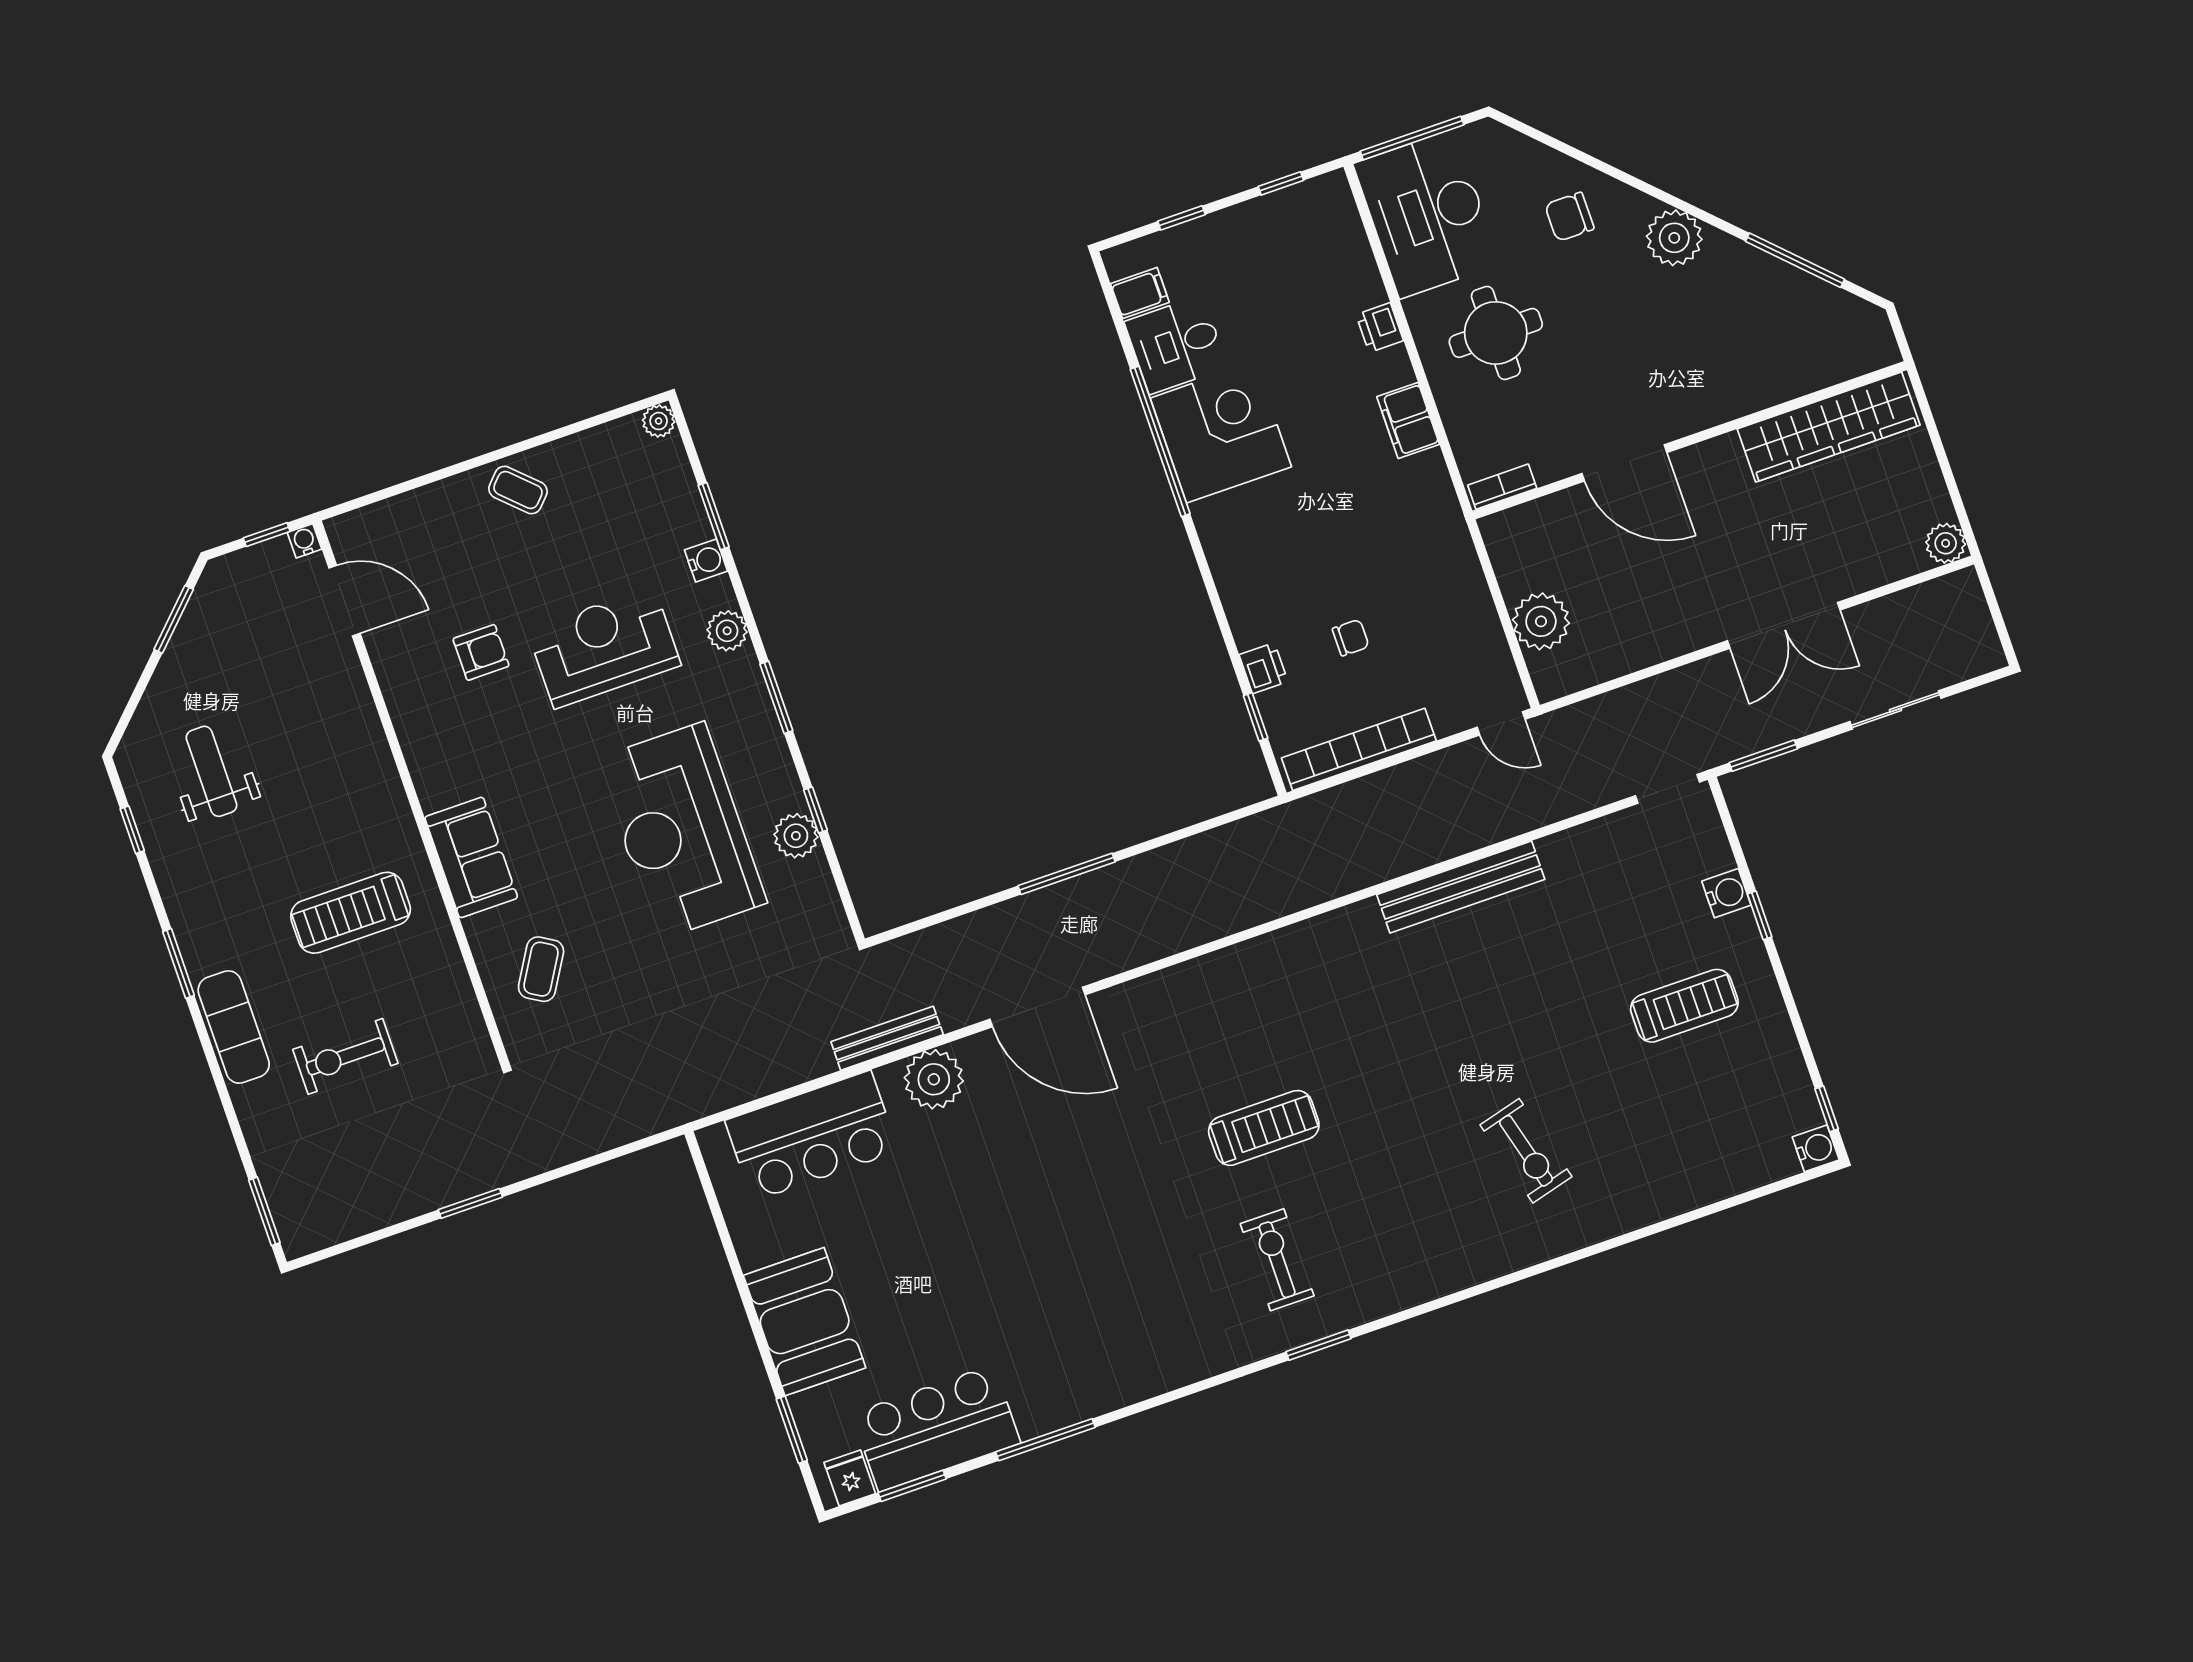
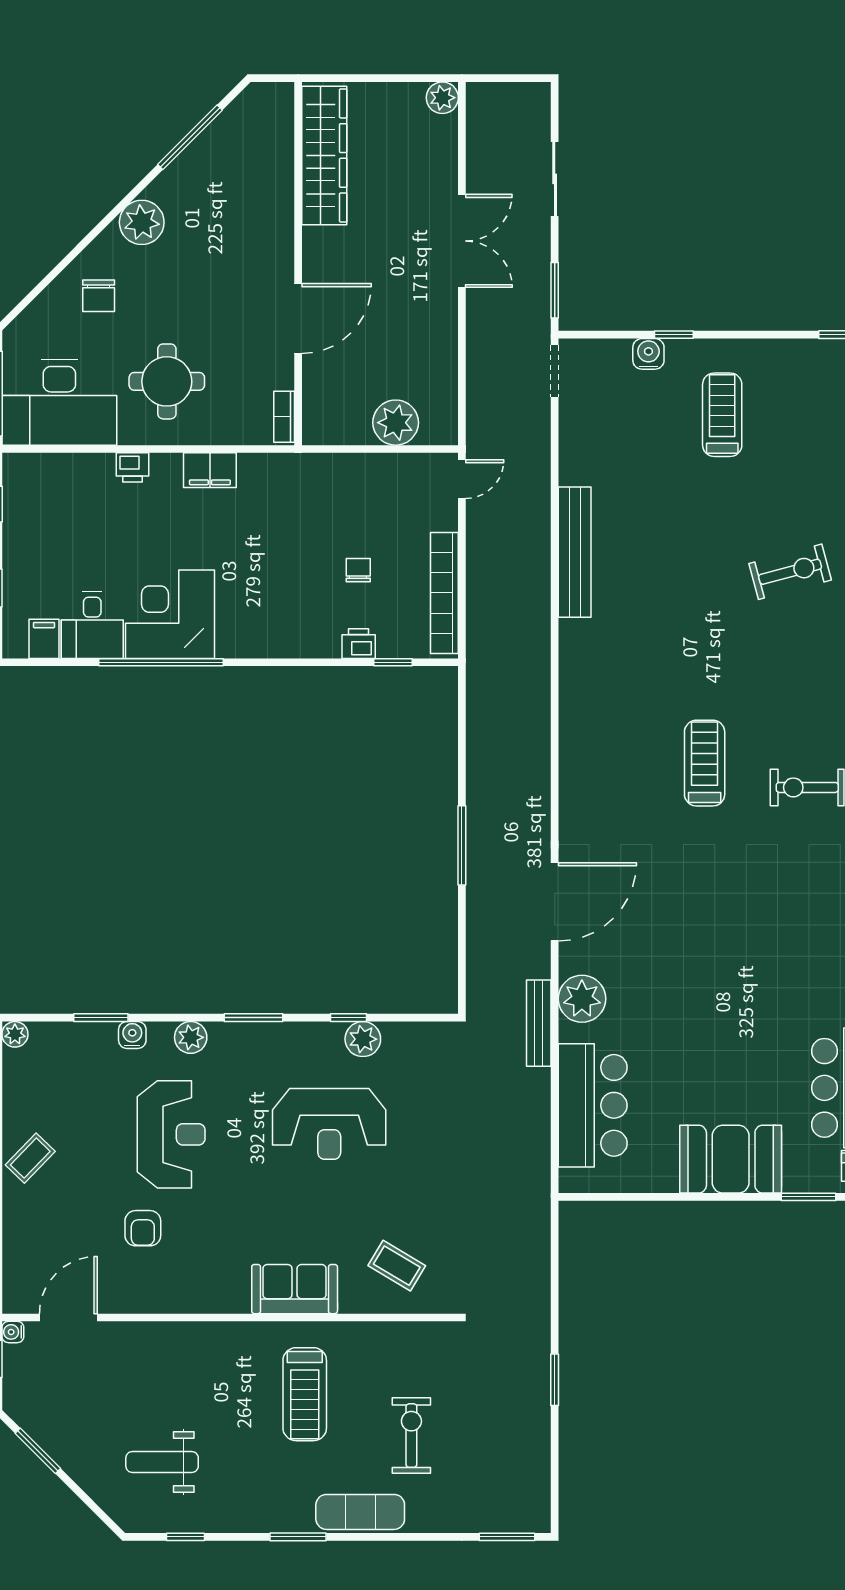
reception desk: (604, 647) -> (171, 1134), turned 180
armchair: (481, 652) -> (143, 1228), turned 180
reception desk: (681, 831) -> (329, 1124), width x0.74, depth x0.77
exercise bike: (345, 1056) -> (411, 1436), turned 180

